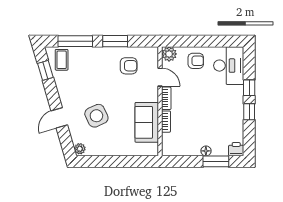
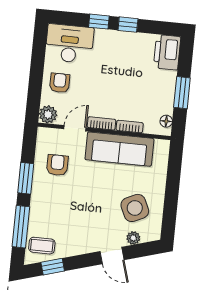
side table: (96, 116) -> (135, 208), moved
sofa: (147, 122) -> (119, 149), width x1.36
plant: (80, 149) -> (133, 238), moved
printer: (236, 149) -> (167, 52), width x1.87, depth x1.48
floor lamp: (206, 151) -> (166, 121), moved
window: (216, 161) -> (182, 93), moved

